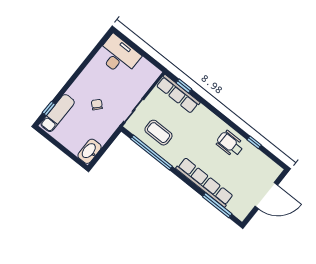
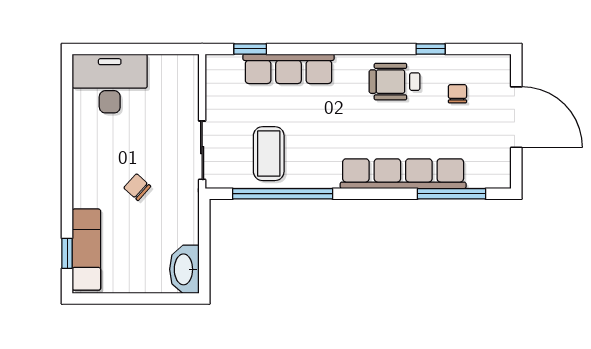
row of seats: (178, 94) -> (288, 69), moved
coffee table: (158, 133) -> (269, 154), turned 90
chair: (251, 168) -> (457, 94), added
door: (266, 196) -> (516, 117), hinge flipped

